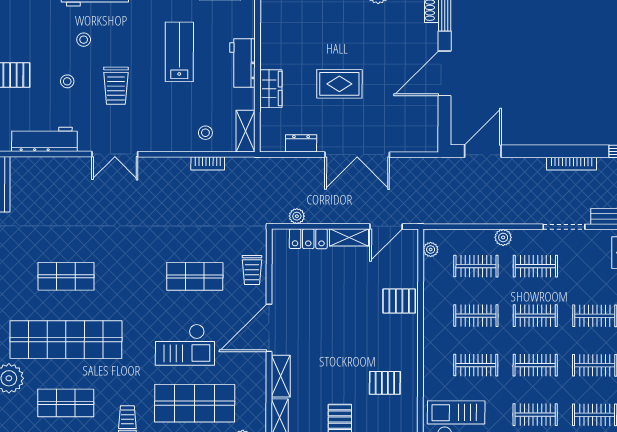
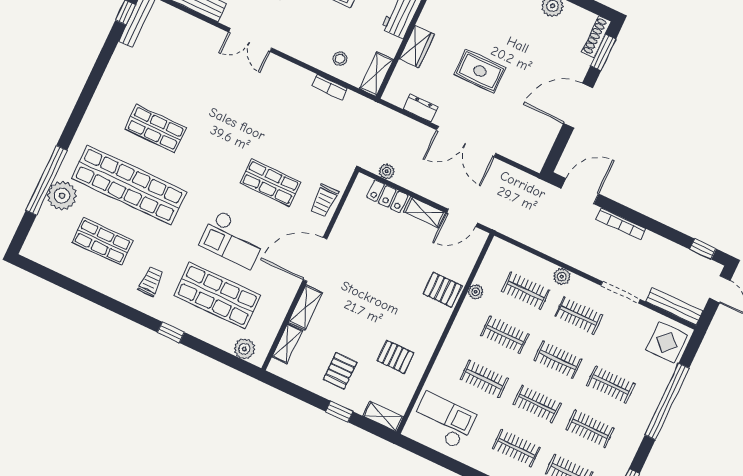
bookcase: (571, 164) -> (621, 224), moved
plant: (431, 249) -> (476, 292), moved

